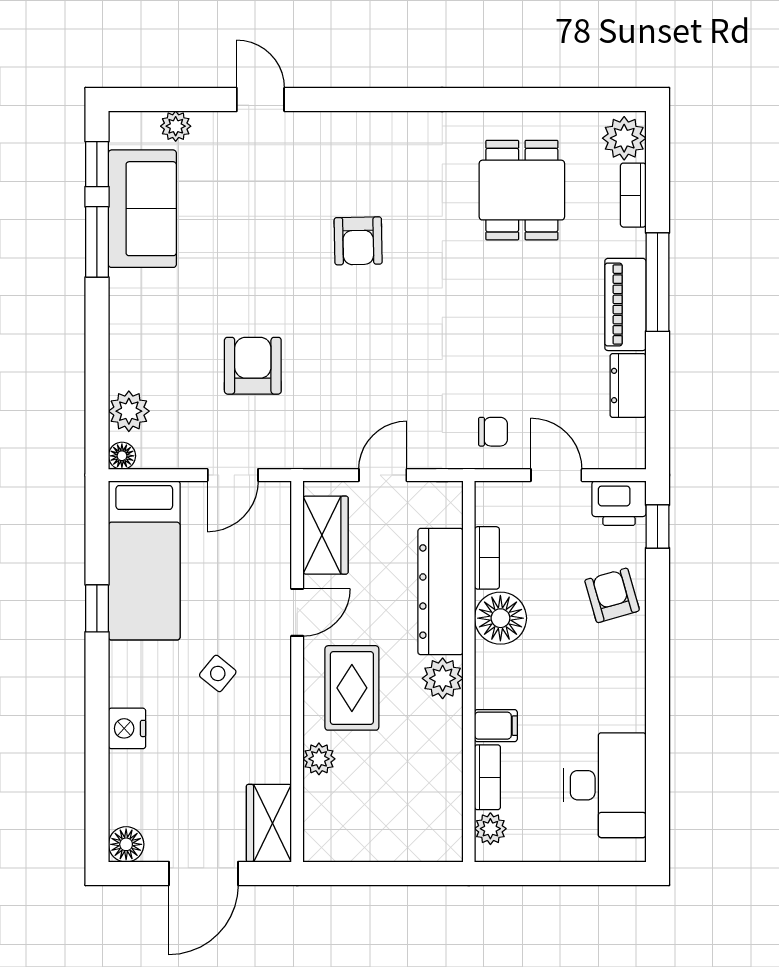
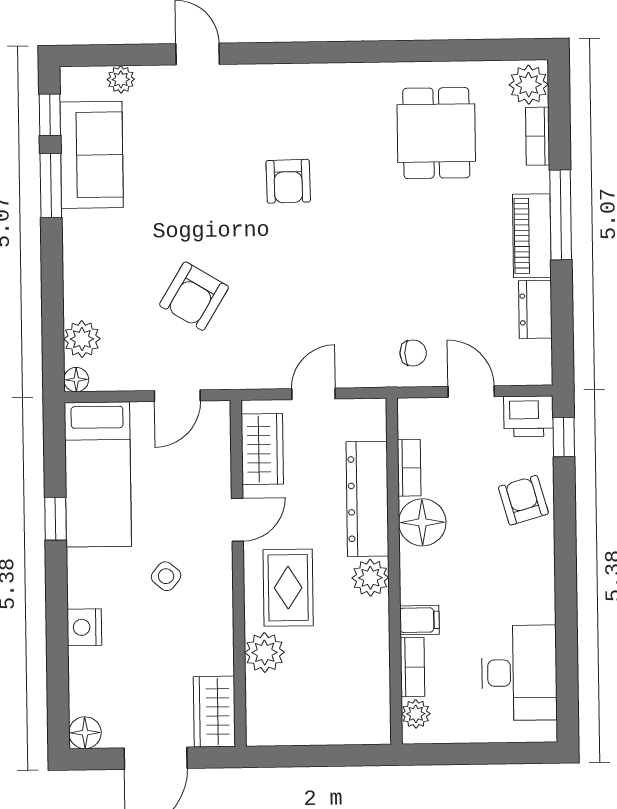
armchair: (253, 366) -> (194, 296), turned -149
plant: (319, 759) -> (265, 652), width x1.38, depth x1.38

